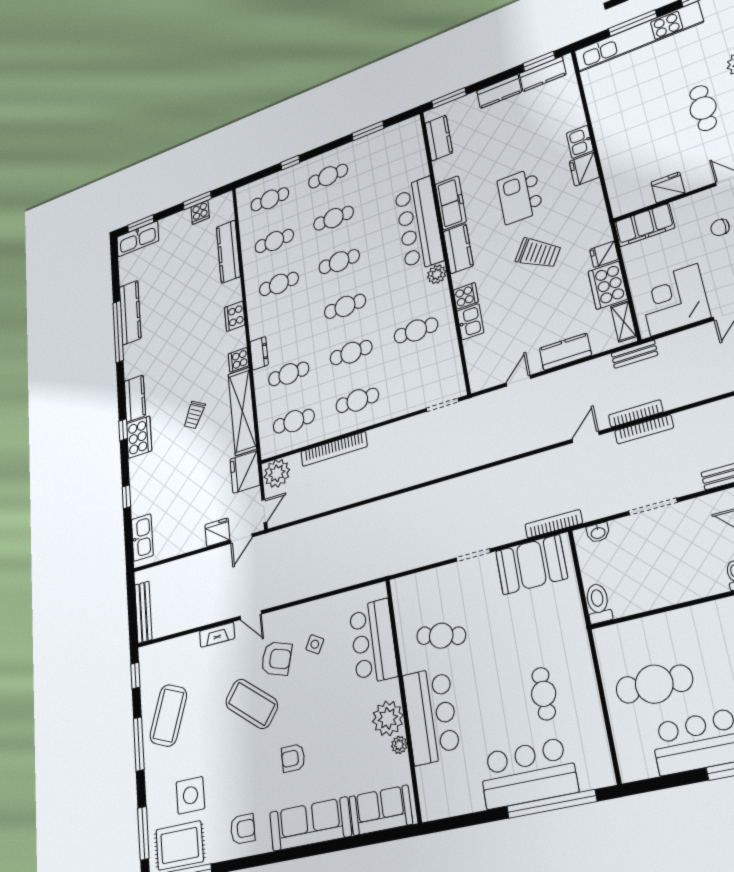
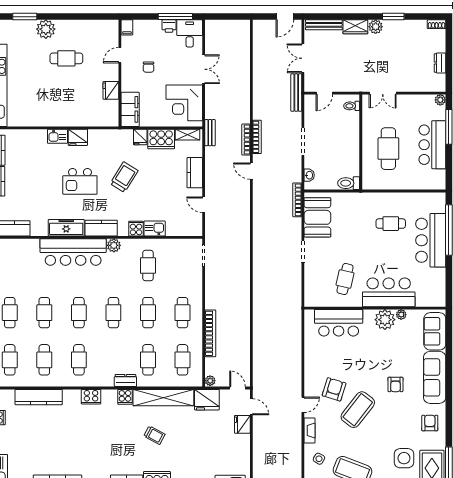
plant: (277, 473) -> (210, 381), width x0.53, depth x0.53
side table: (315, 644) -> (319, 459), moved
cafe table: (654, 684) -> (388, 149), moved

